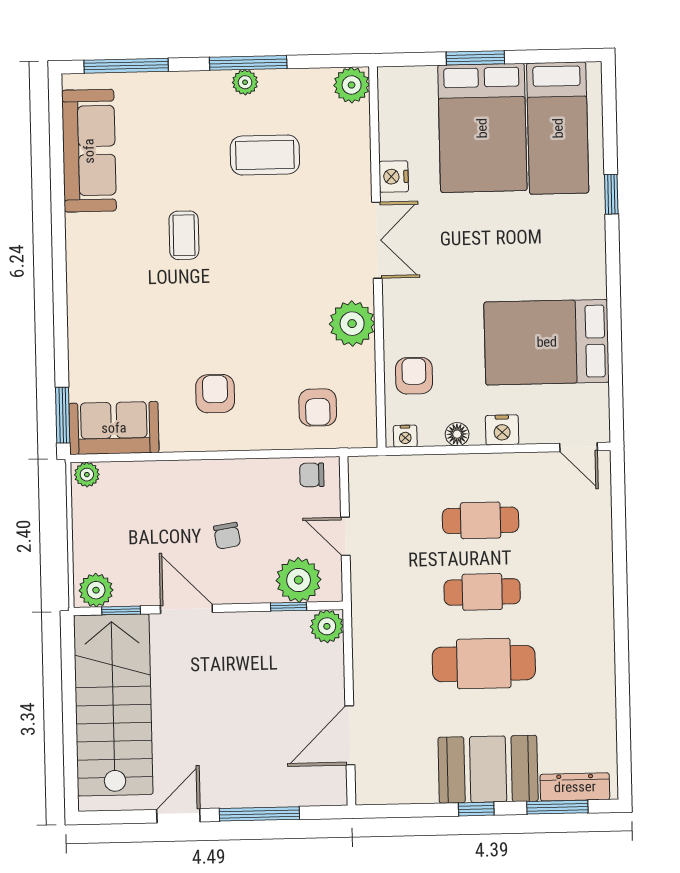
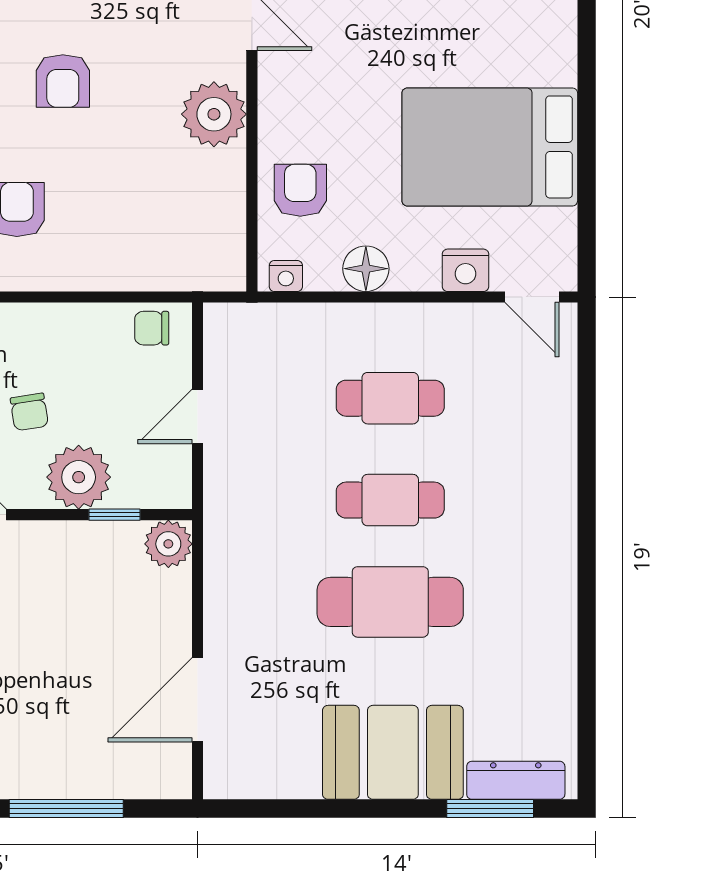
armchair: (318, 407) -> (63, 81), moved
nightstand: (502, 430) -> (466, 270), moved
floor lamp: (457, 434) -> (366, 269), width x1.37, depth x1.37
door: (345, 536) -> (198, 416), hinge flipped
plant: (299, 580) -> (79, 477), moved
window: (476, 809) -> (375, 809), removed

